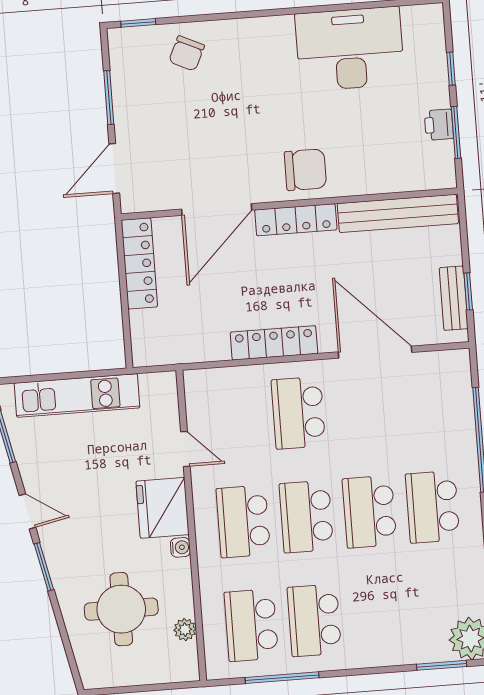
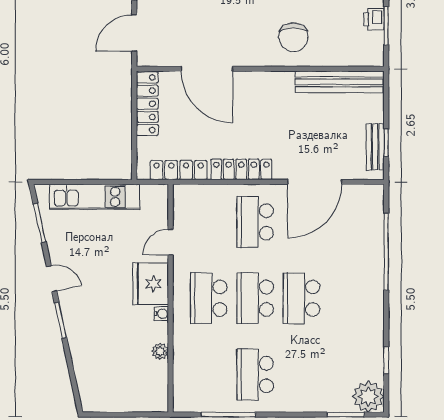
chair: (305, 170) -> (294, 37), moved, turned 90
door: (217, 210) -> (207, 69), hinge flipped
locker: (296, 220) -> (179, 170), moved, turned 180
door: (375, 352) -> (315, 182), swing flipped
door: (185, 449) -> (171, 242), swing flipped
school desk: (433, 507) -> (348, 298), removed
round table: (121, 609) -> (115, 355), removed
school desk: (251, 625) -> (209, 375), removed
plant: (185, 630) -> (160, 351), moved

